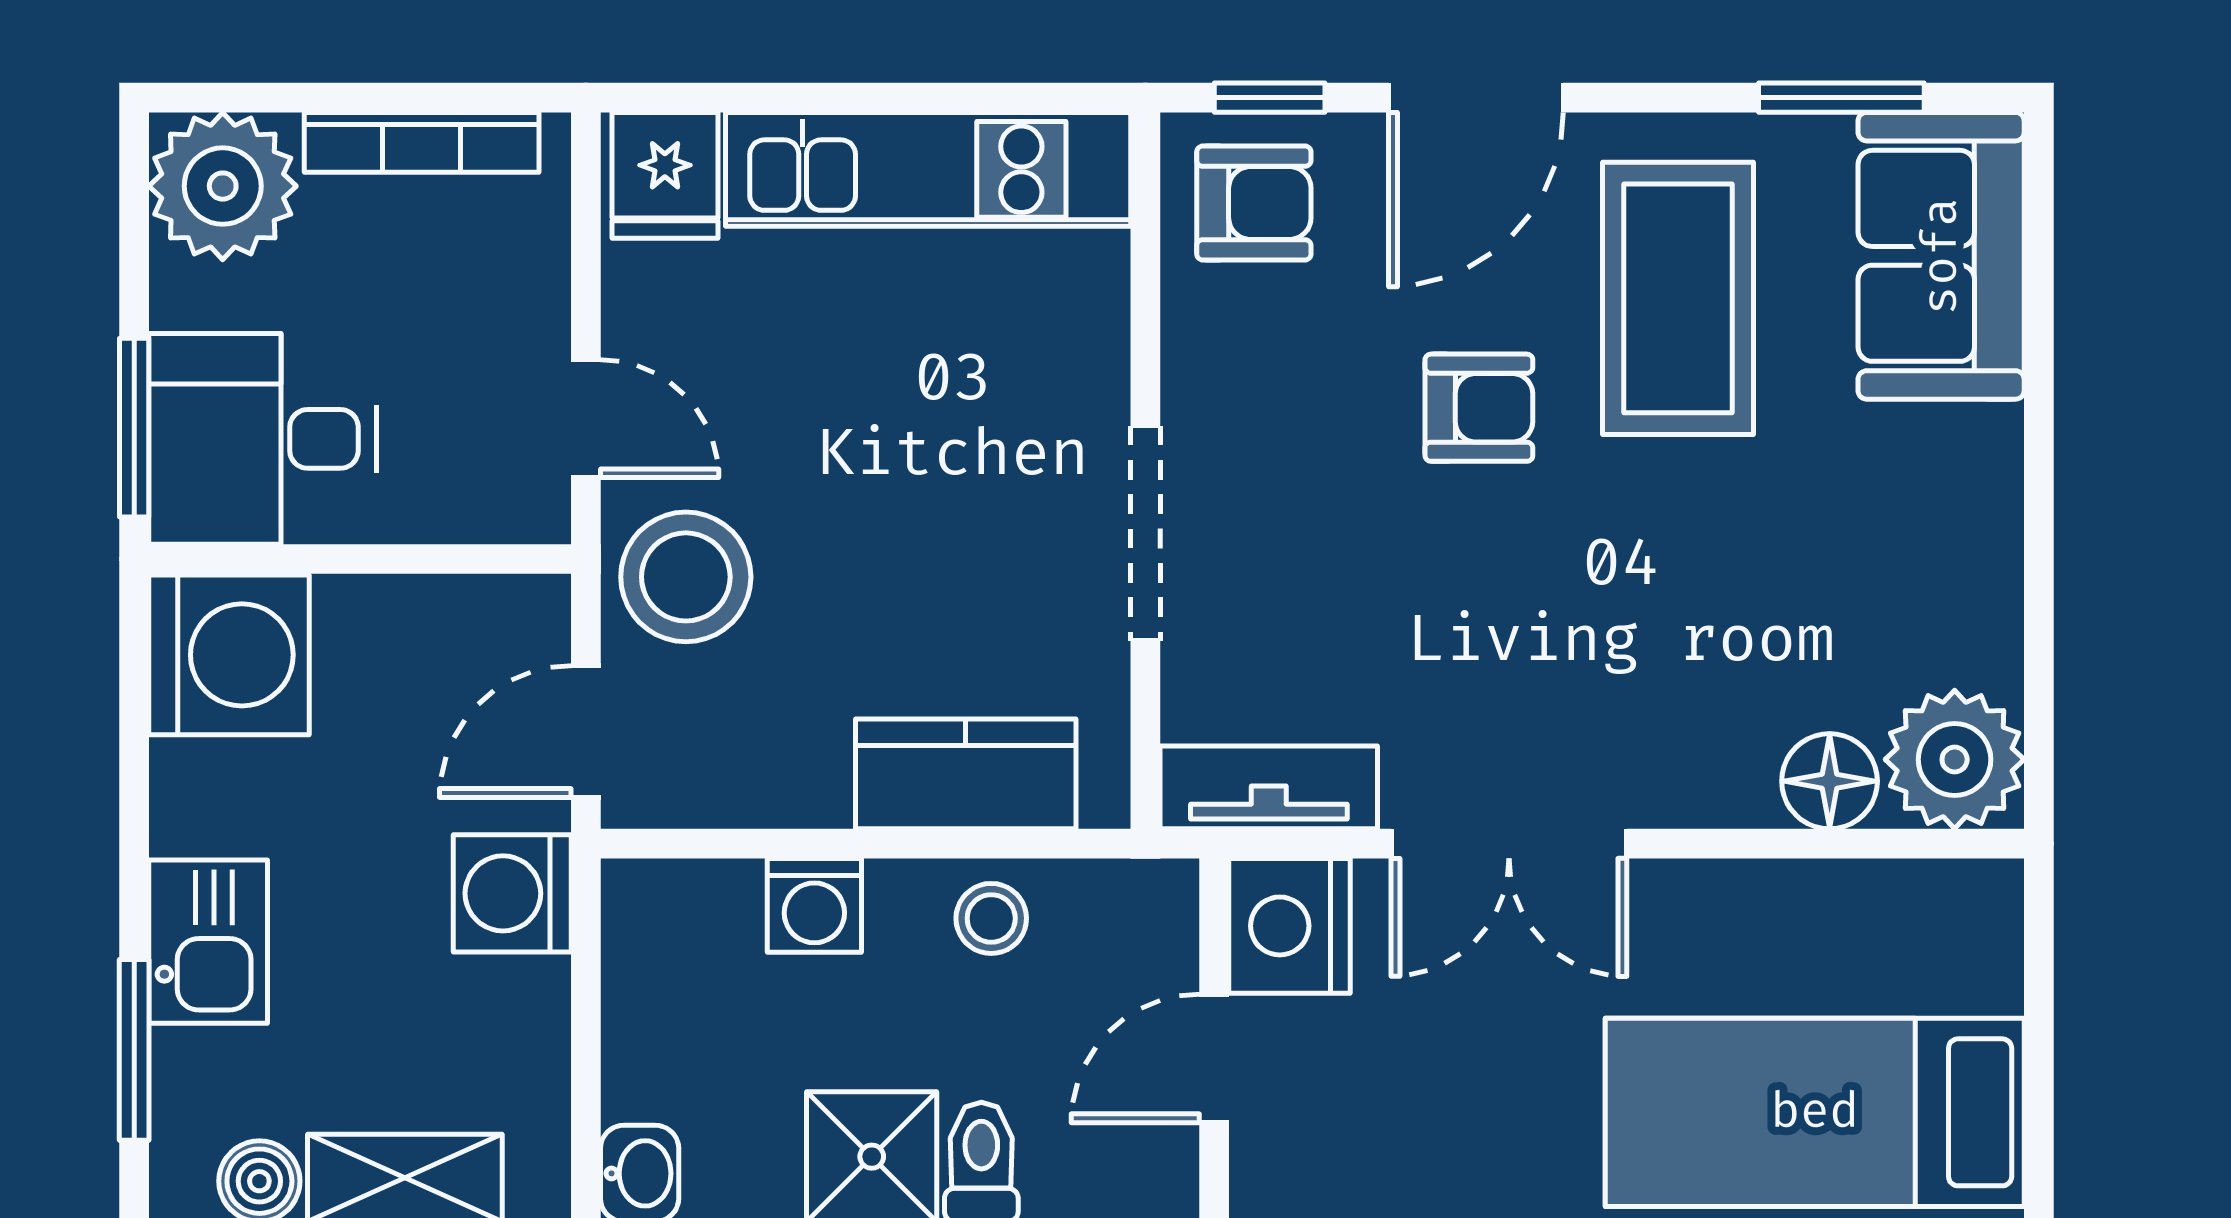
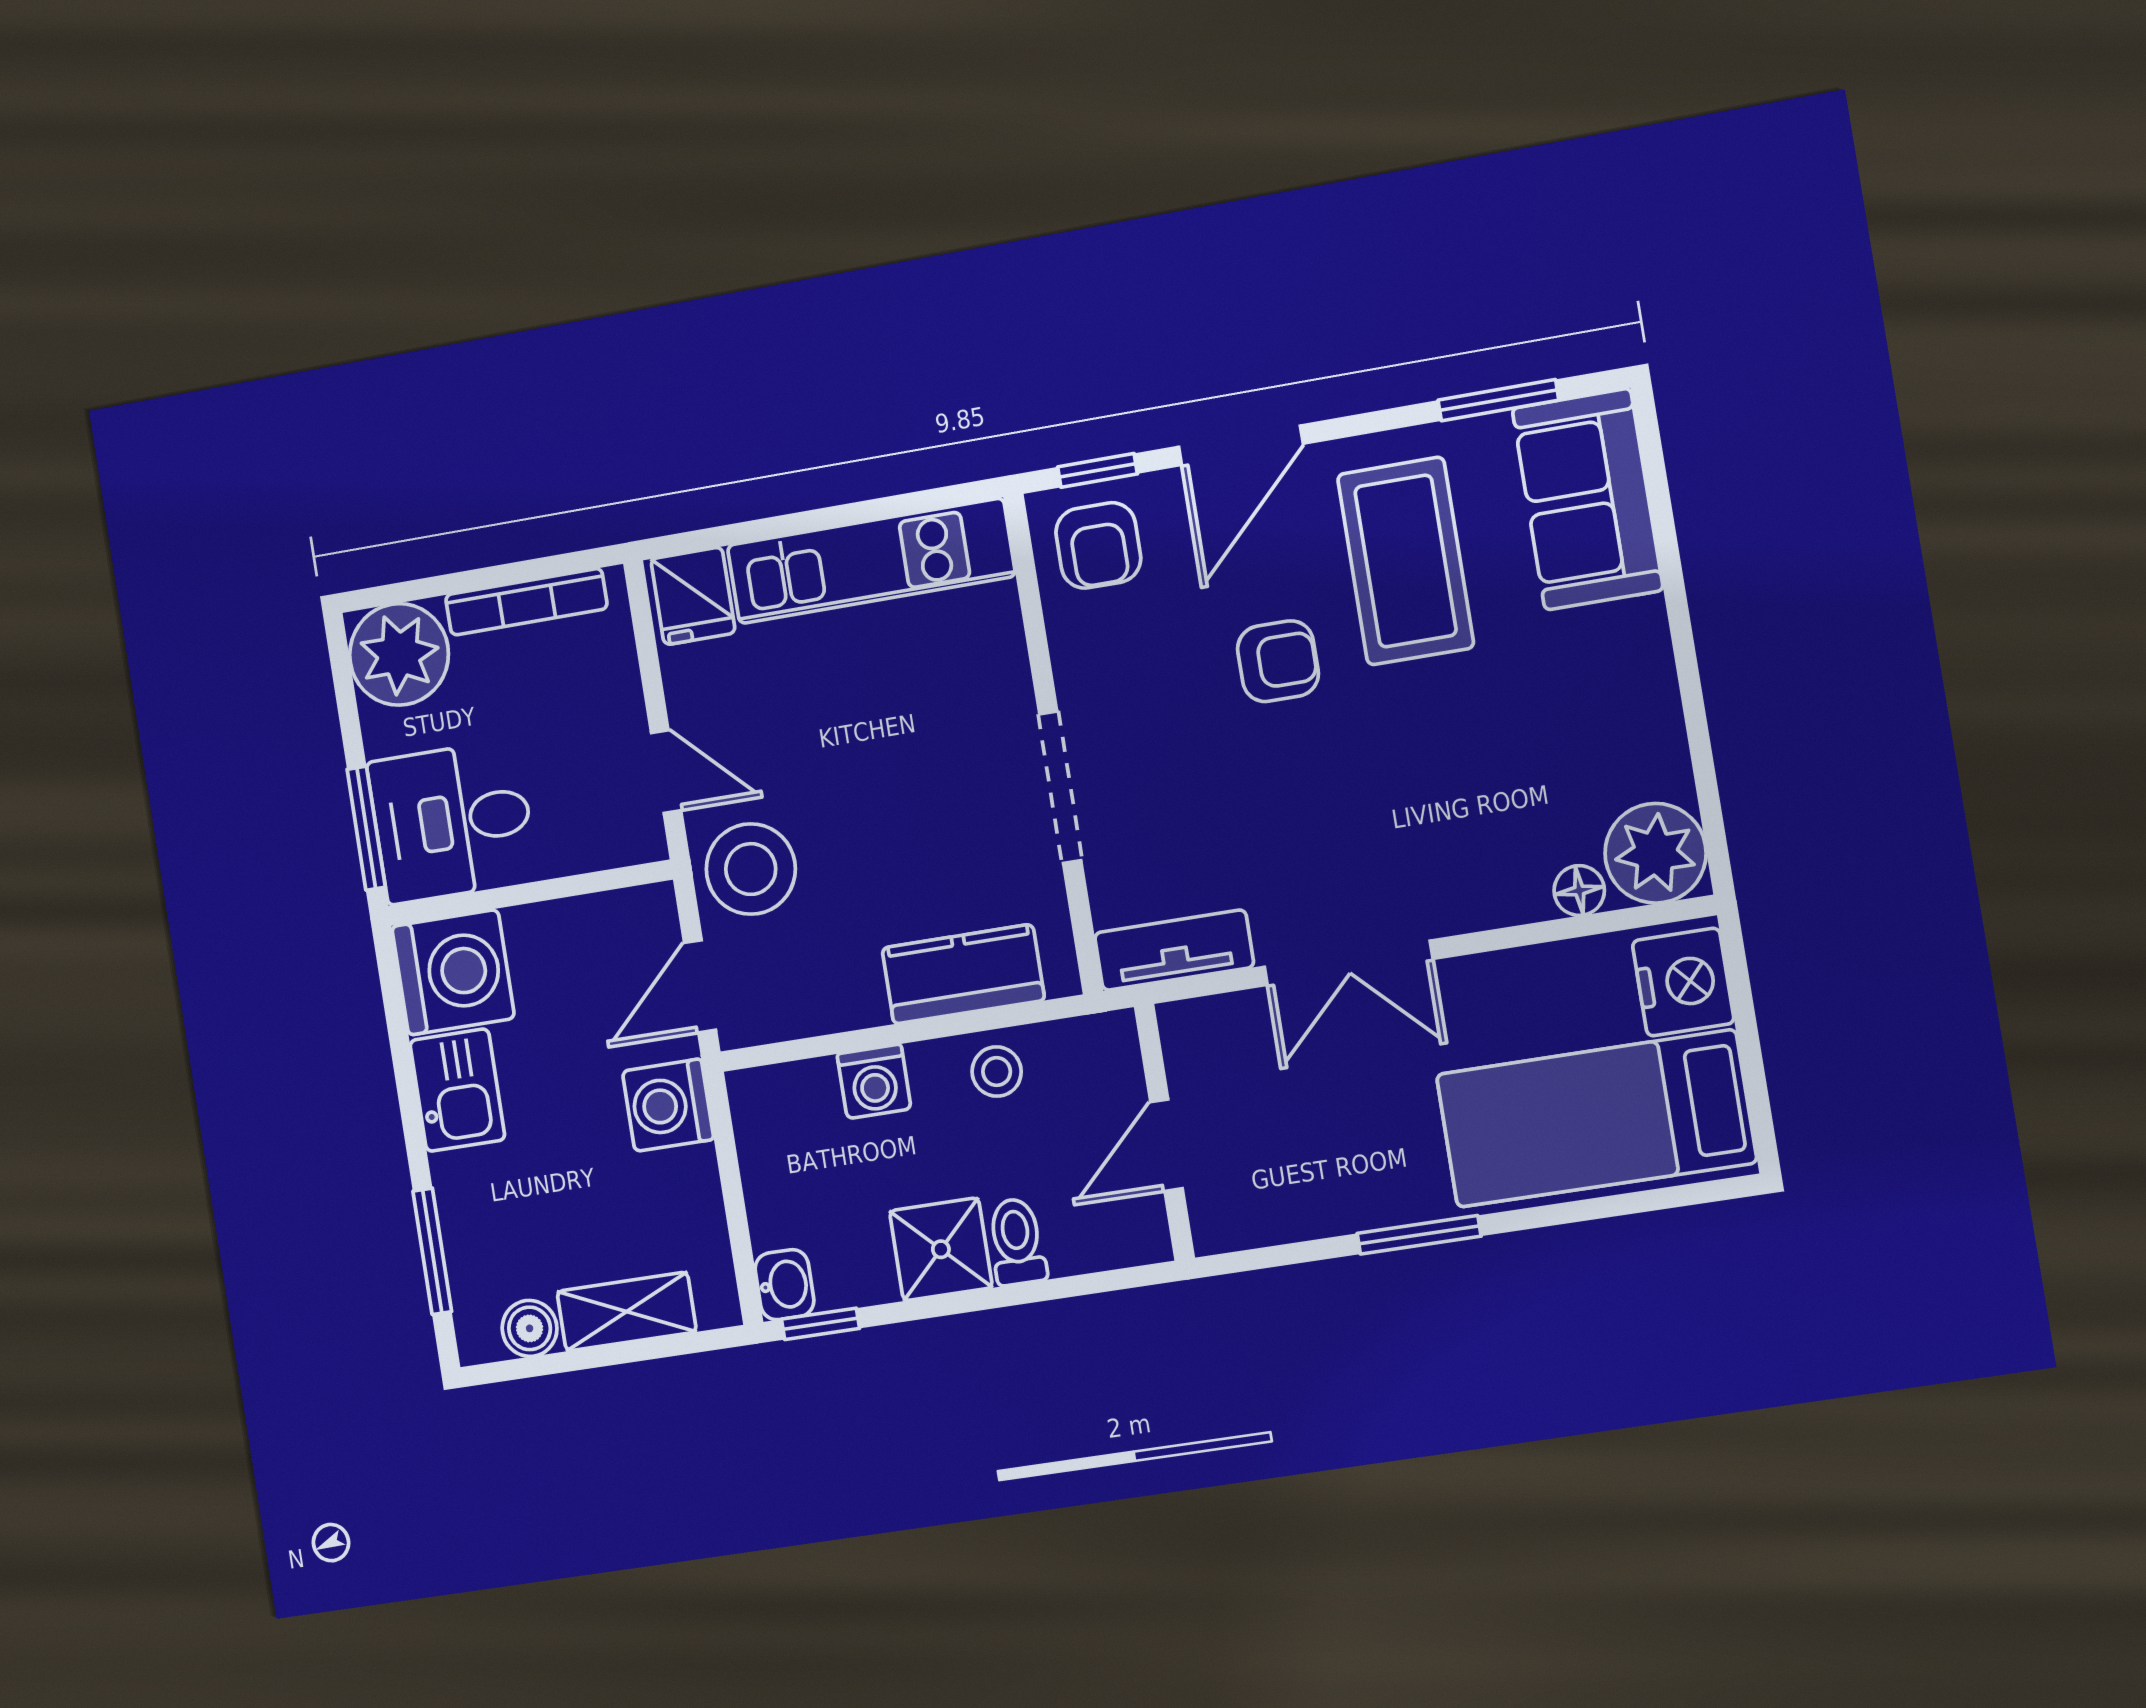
armchair: (1254, 203) -> (1098, 545), turned 90
floor lamp: (1830, 781) -> (1579, 891), width x0.73, depth x0.73
nightstand: (1289, 926) -> (1683, 982), moved, turned 180
kitchen sink: (208, 942) -> (457, 1090), moved

